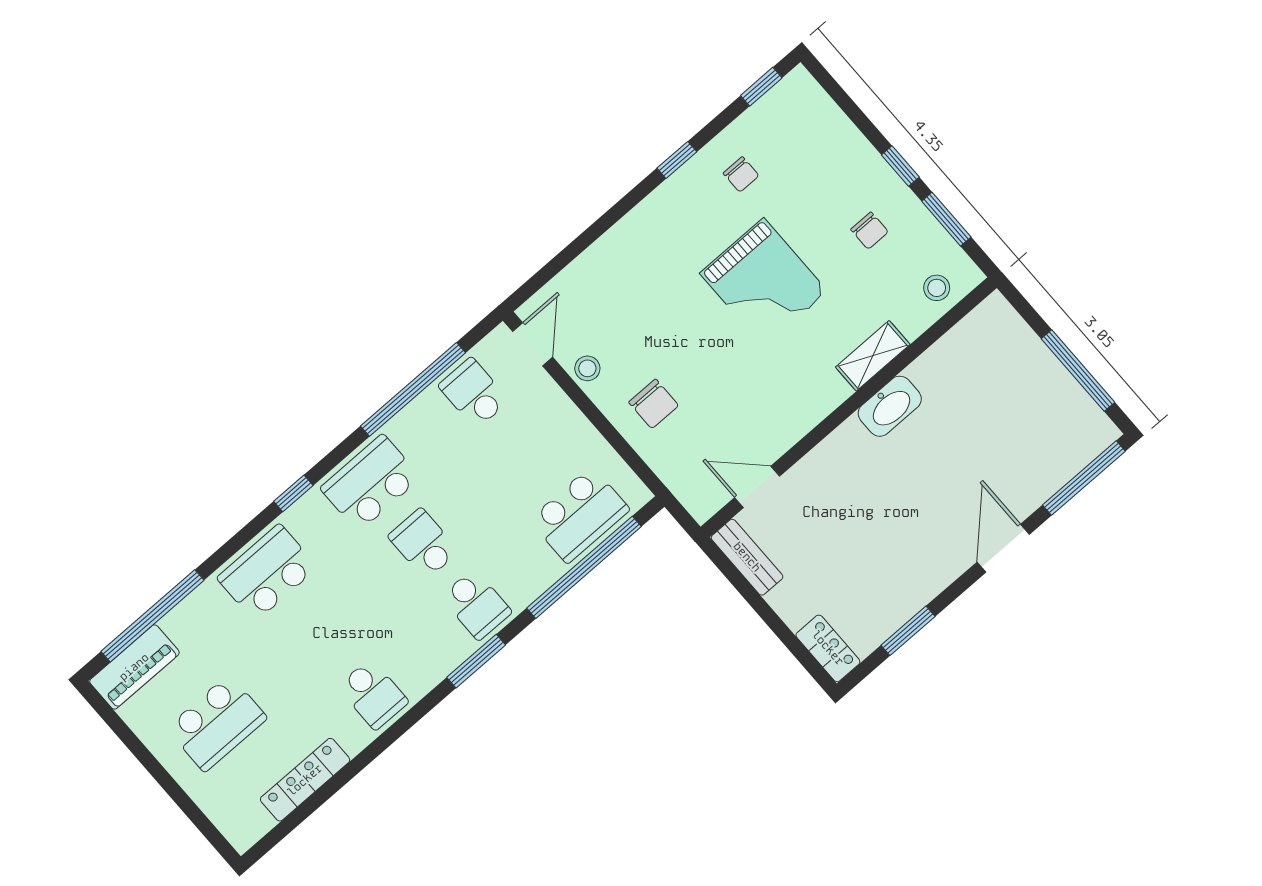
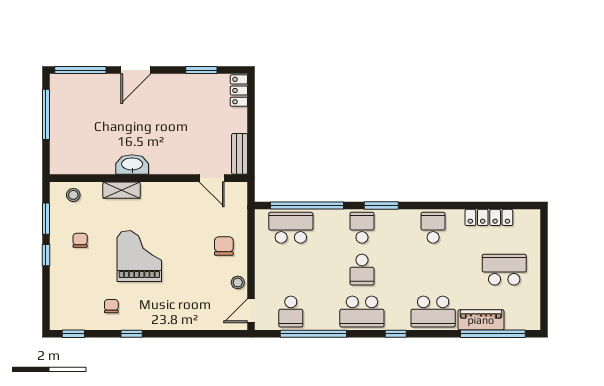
piano: (134, 667) -> (481, 320), moved

